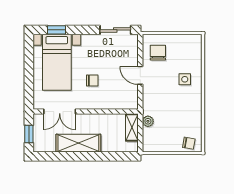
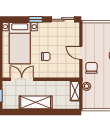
window: (56, 30) -> (36, 19), moved
chair: (158, 53) -> (92, 68), moved
double door: (60, 112) -> (22, 79), swing flipped

